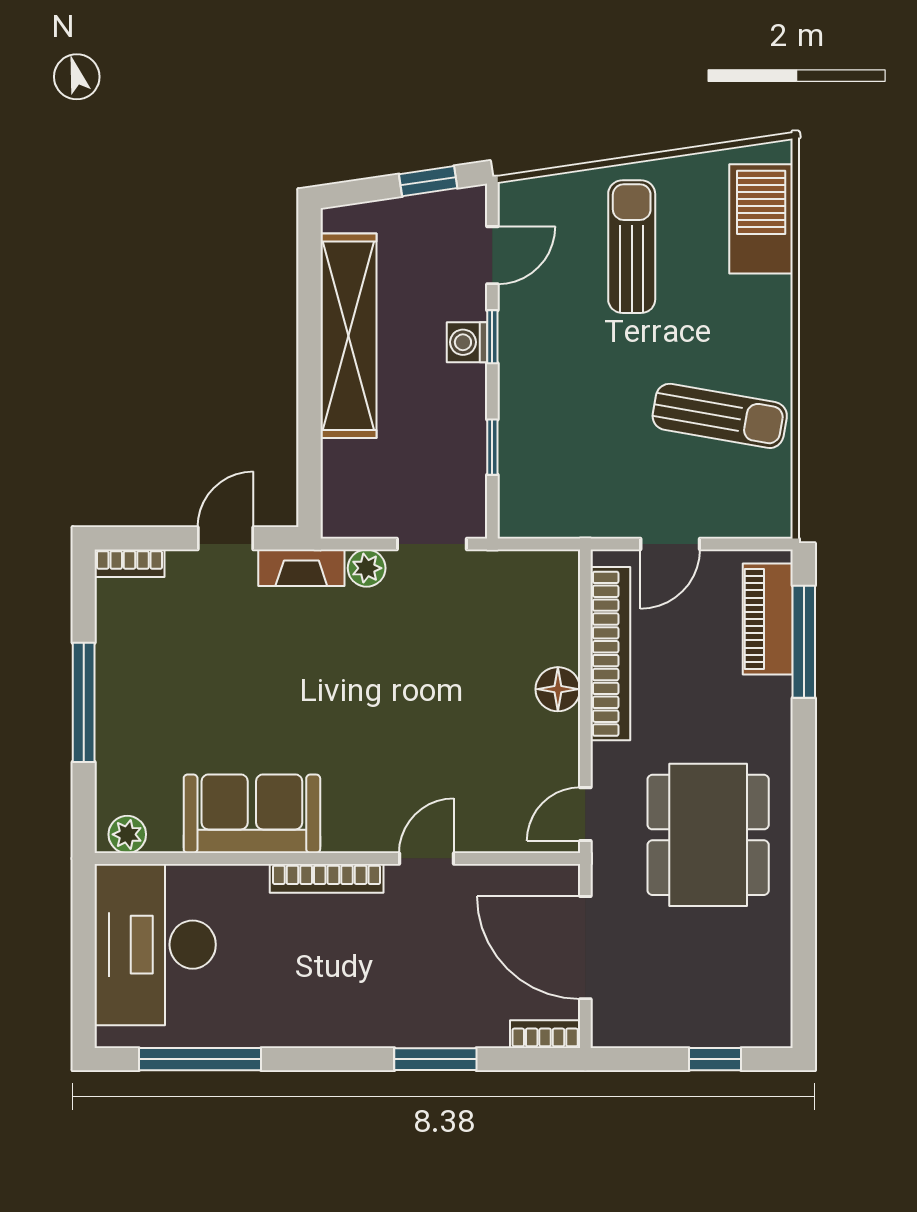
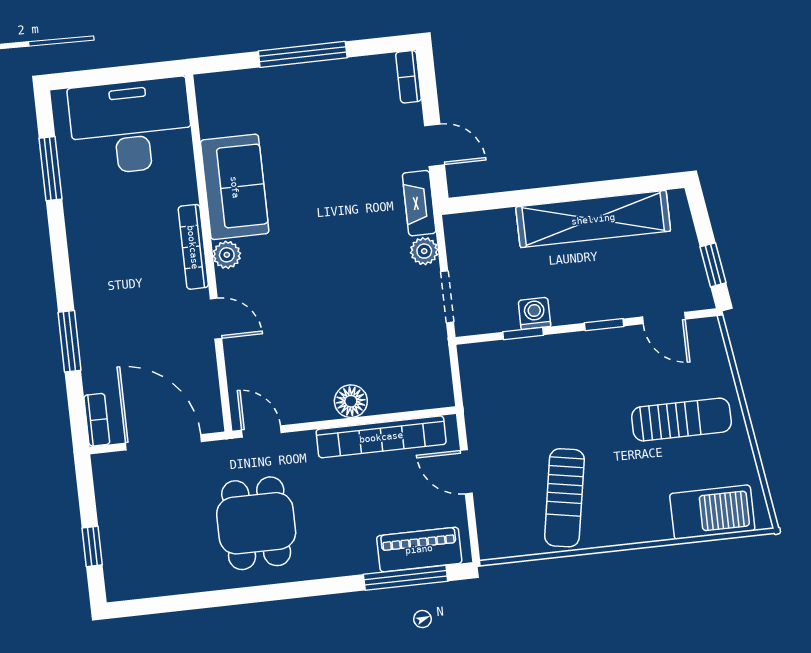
washing machine: (467, 342) -> (534, 313), moved
plant: (127, 834) -> (227, 255), moved
dining table: (708, 835) -> (256, 523), width x0.73
door: (585, 948) -> (163, 442), hinge flipped
window: (200, 1059) -> (50, 169), width x0.69

